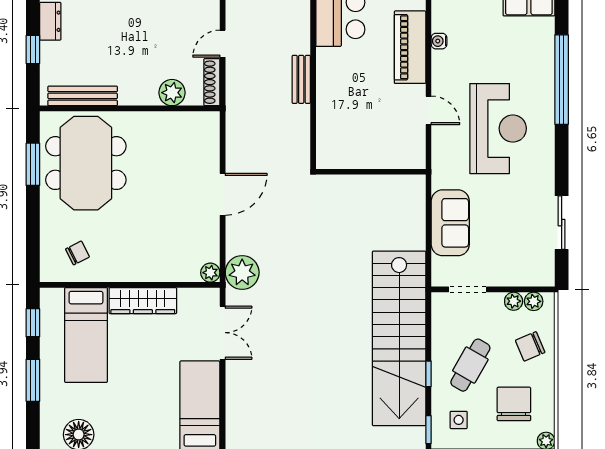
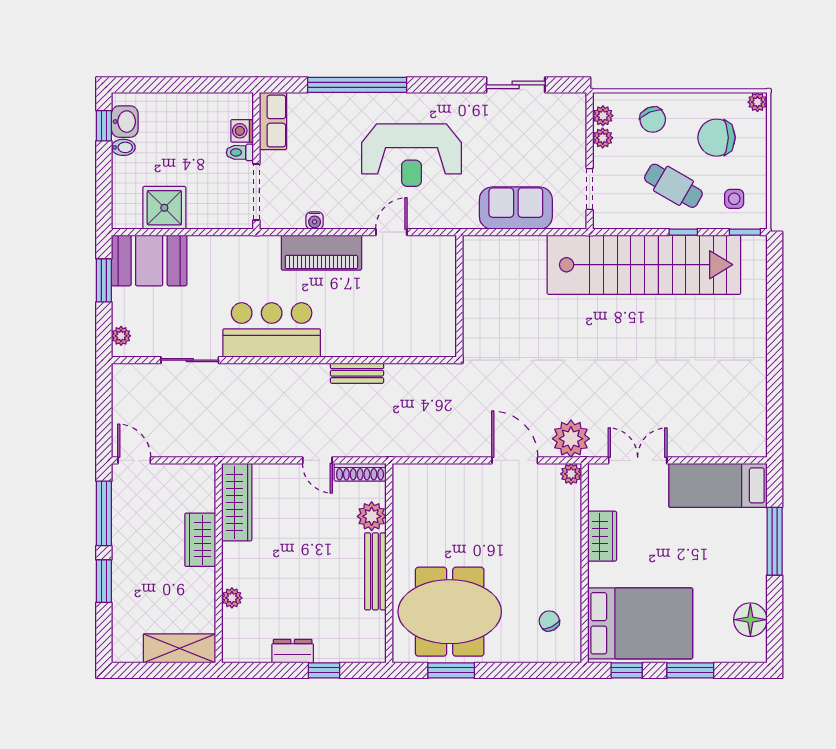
bench: (83, 96) -> (375, 571), moved
reception desk: (498, 129) -> (411, 155), turned 180
door: (223, 194) -> (515, 460), moved
wardrobe: (143, 301) -> (602, 536), width x0.67
bed: (86, 335) -> (640, 623), width x1.50

